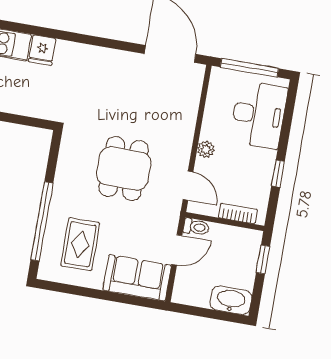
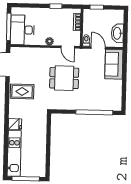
desk: (259, 115) -> (22, 30), moved, turned -90
door: (188, 186) -> (68, 47), swing flipped
rug: (80, 244) -> (22, 91), moved
washbasin: (231, 300) -> (117, 33), moved

